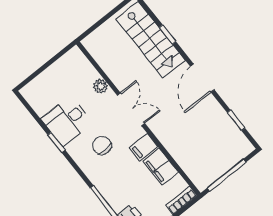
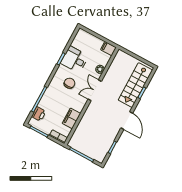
door: (202, 78) -> (127, 121), swing flipped
double door: (131, 109) -> (95, 90), swing flipped
filing cabinet: (144, 147) -> (108, 49), moved

